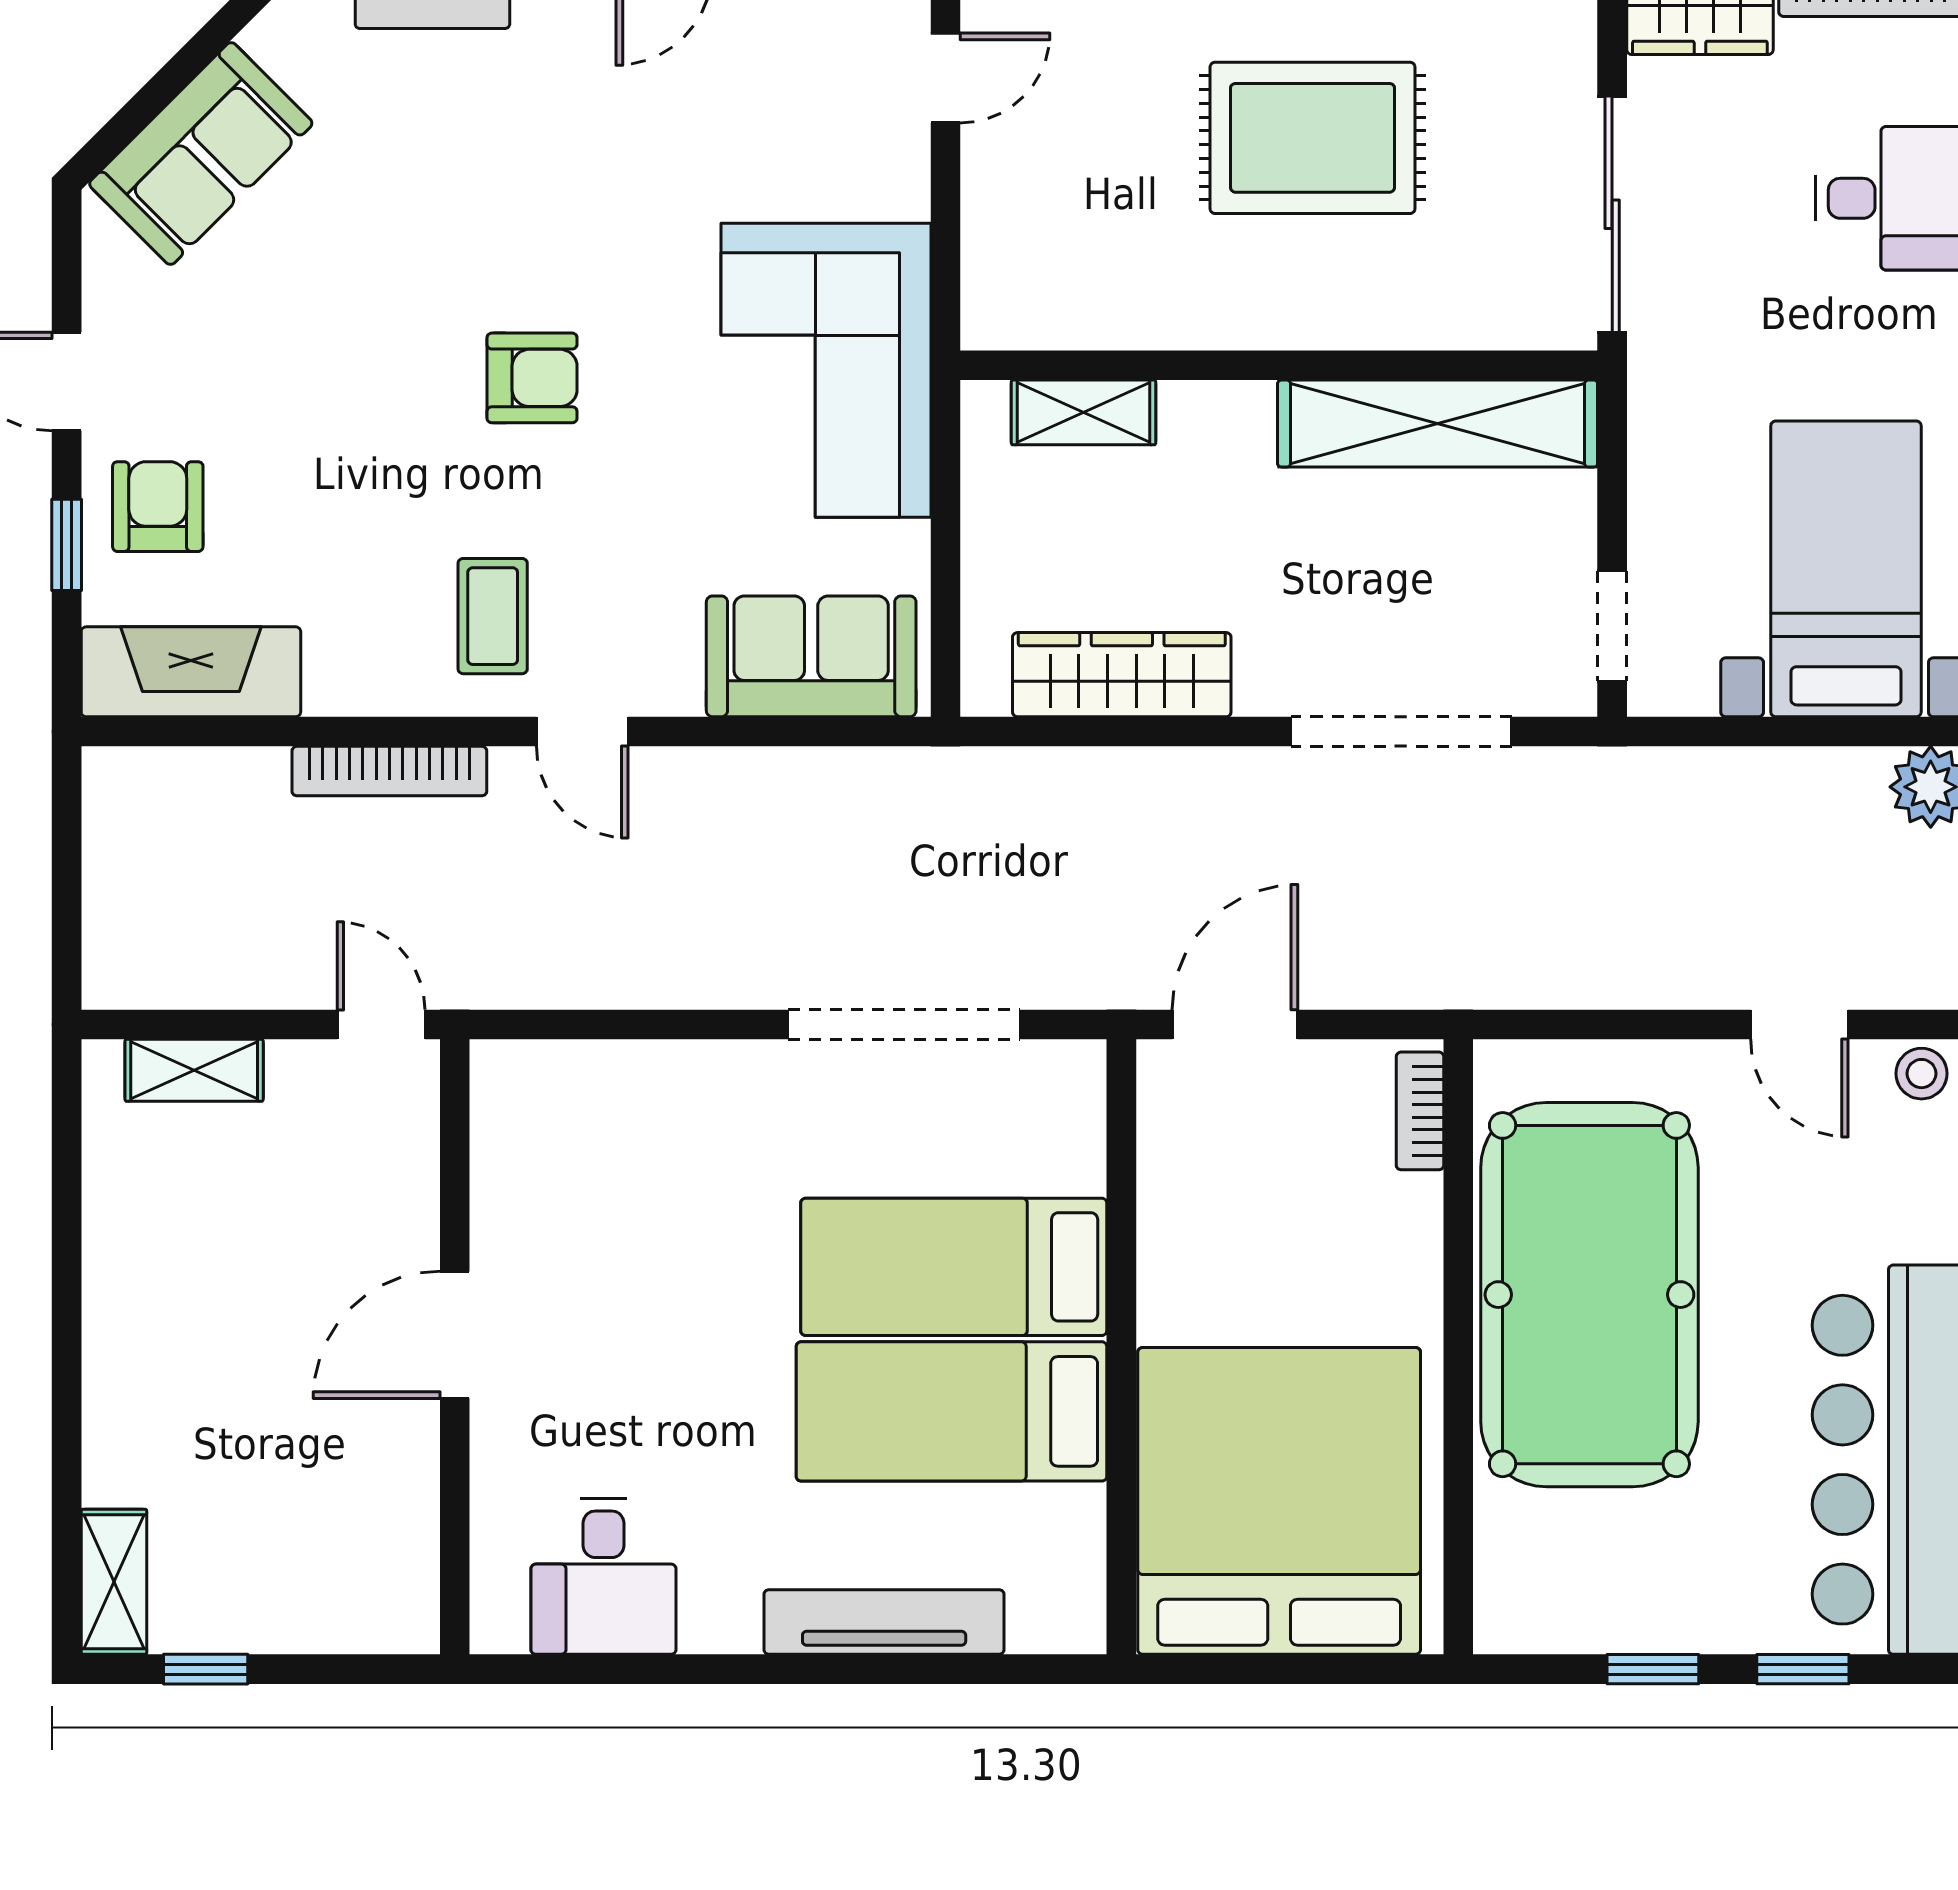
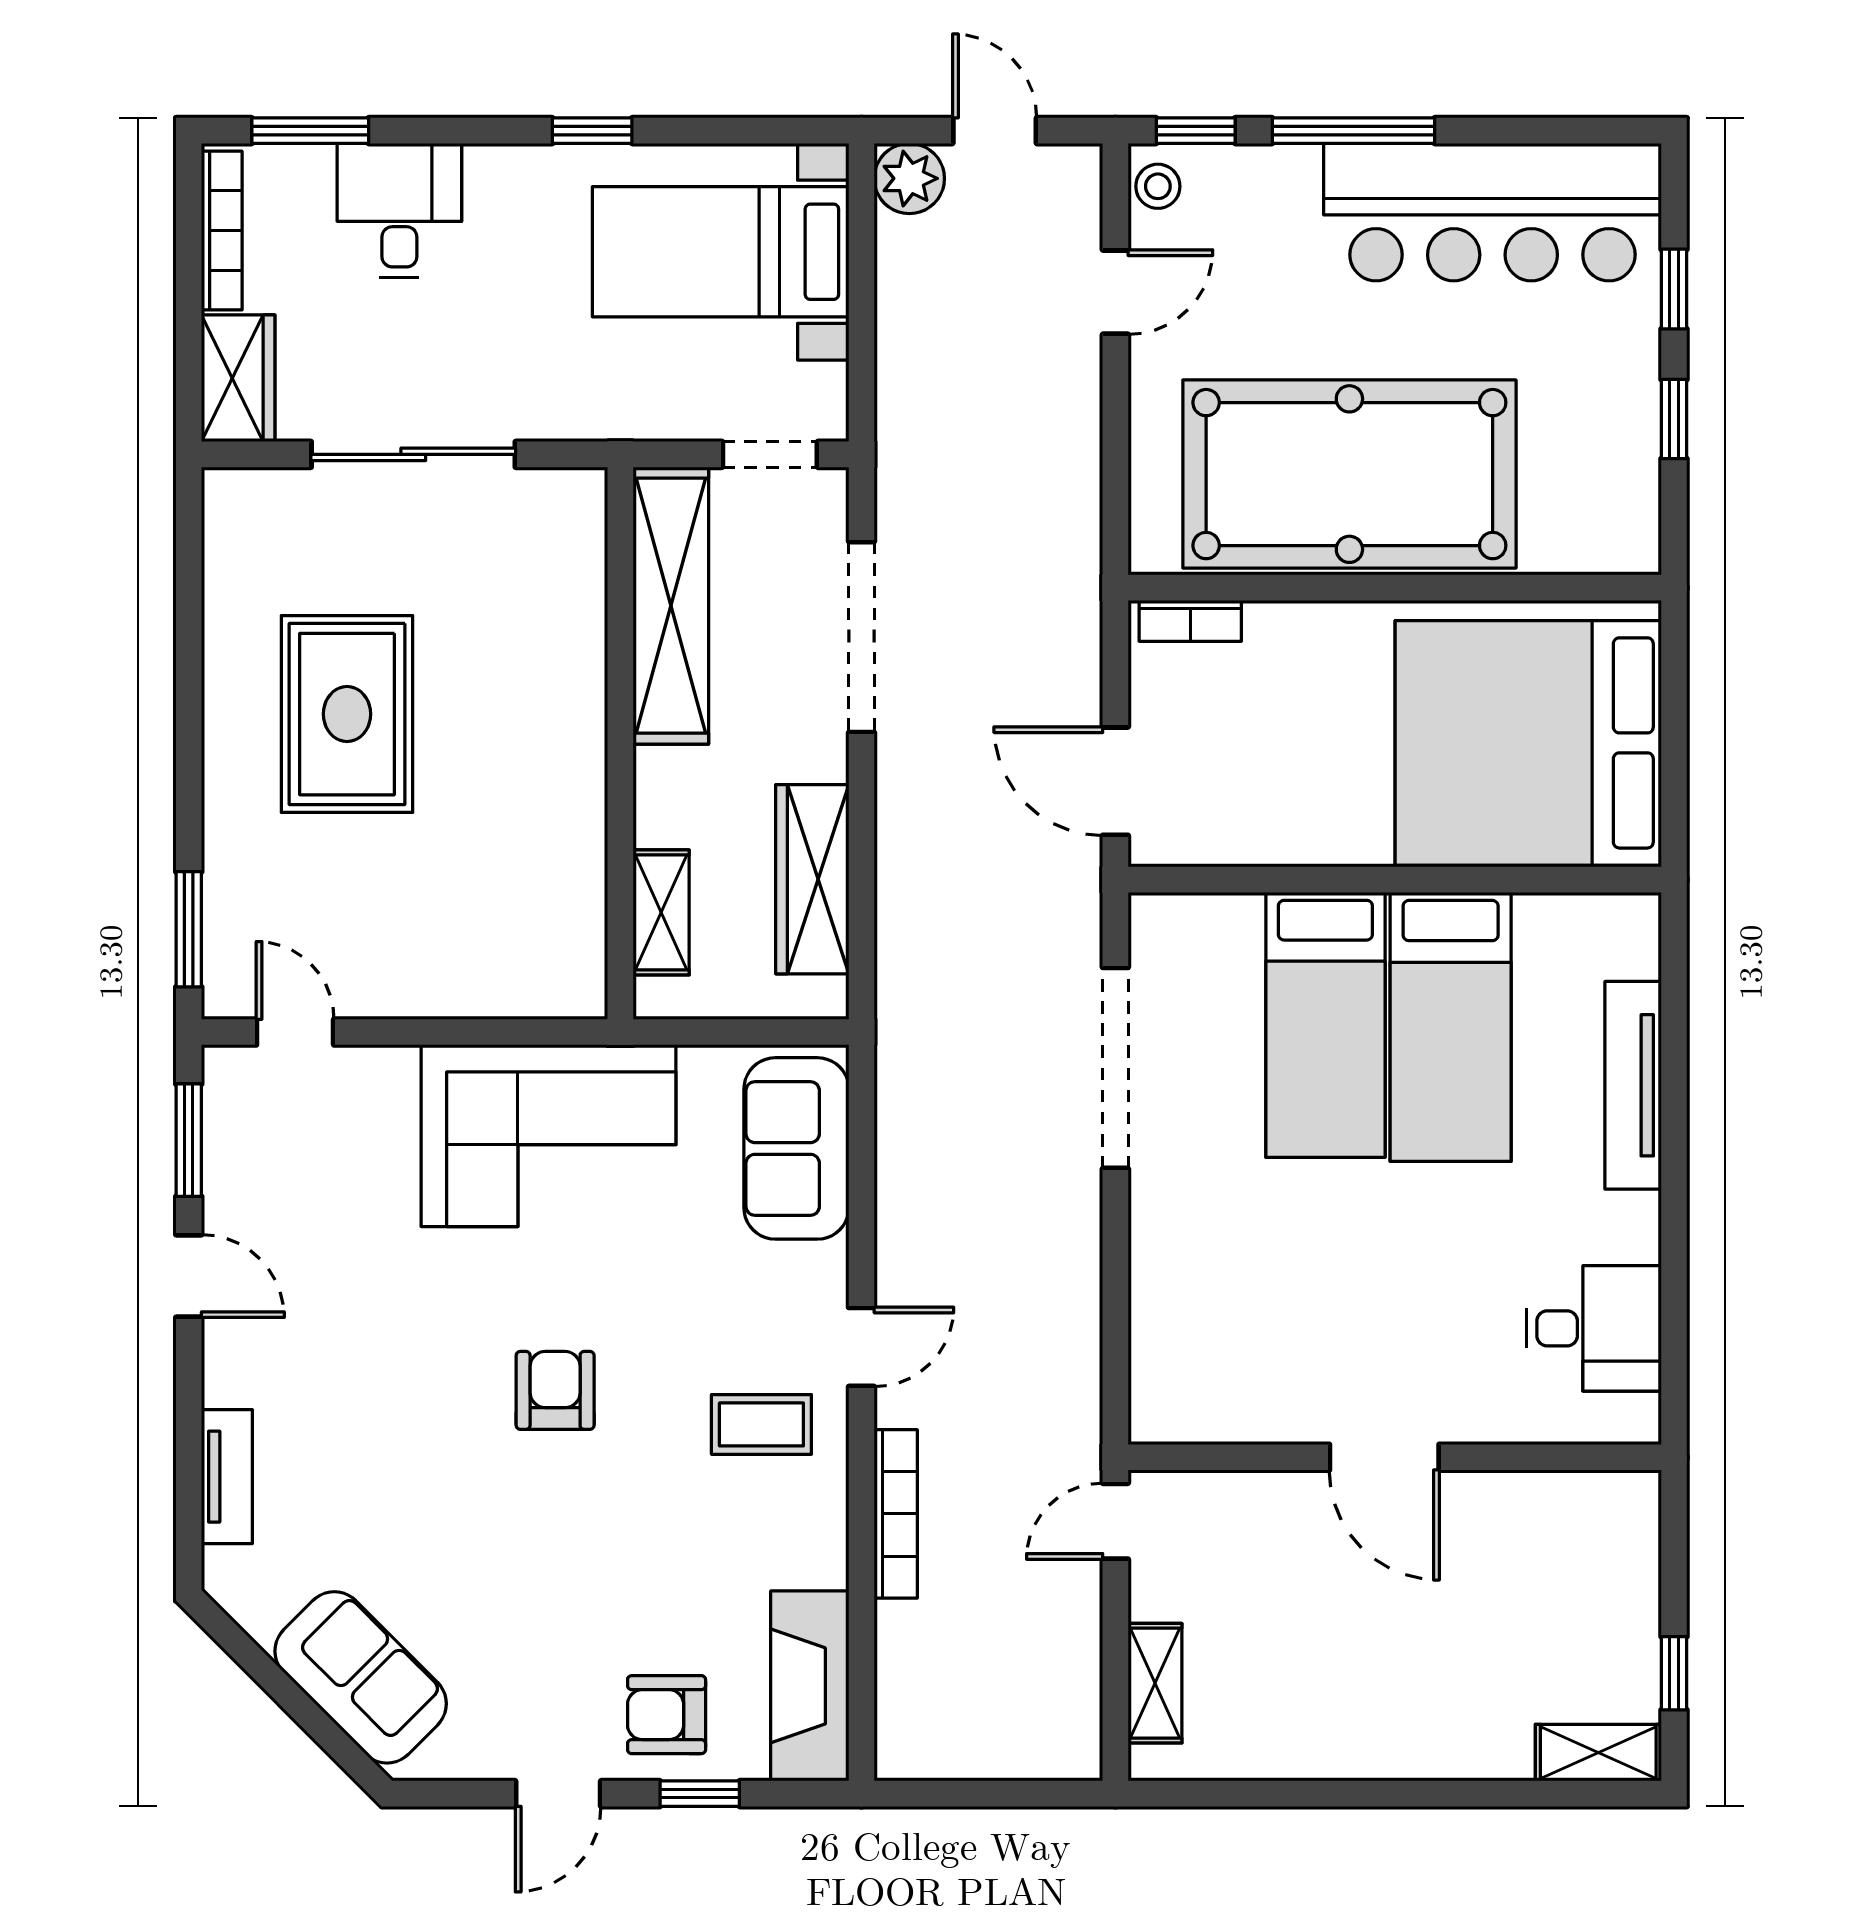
wall: (1279, 365) -> (620, 743), moved
shelving: (1084, 412) -> (661, 912), moved
shelving: (1438, 424) -> (671, 606), moved

